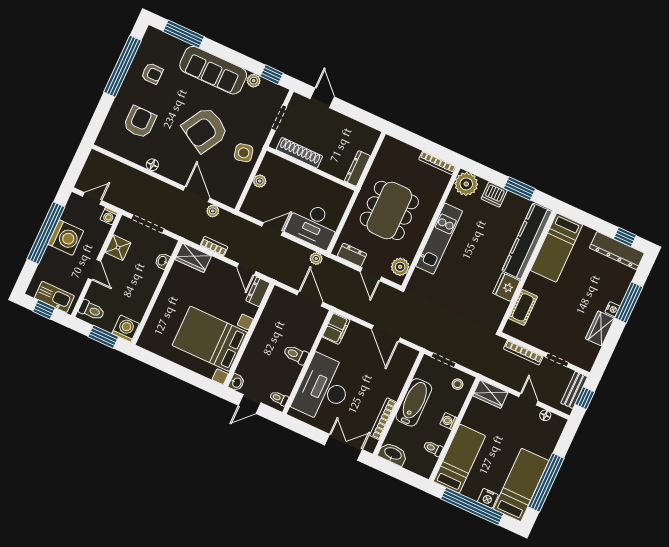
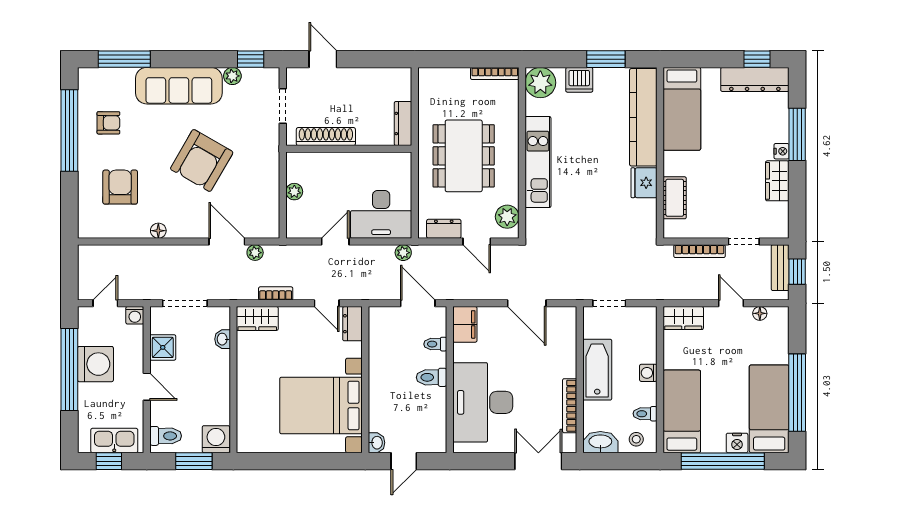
side table: (244, 153) -> (260, 167), removed
stool: (458, 384) -> (636, 439), moved
toilet: (279, 398) -> (435, 344), moved

